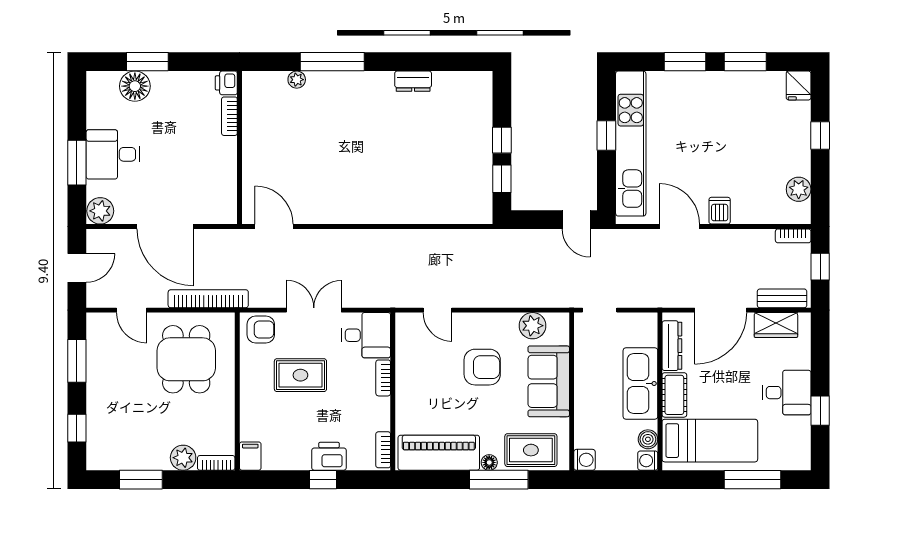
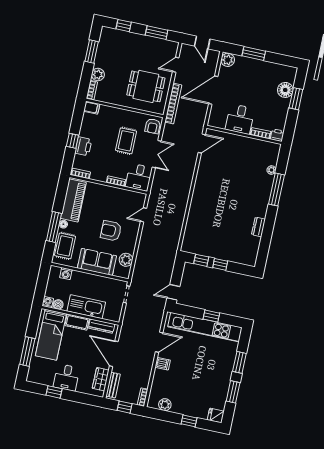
desk: (113, 154) -> (240, 119), moved, turned 180
armchair: (482, 367) -> (111, 231), turned 90
washing machine: (585, 460) -> (66, 274), moved

